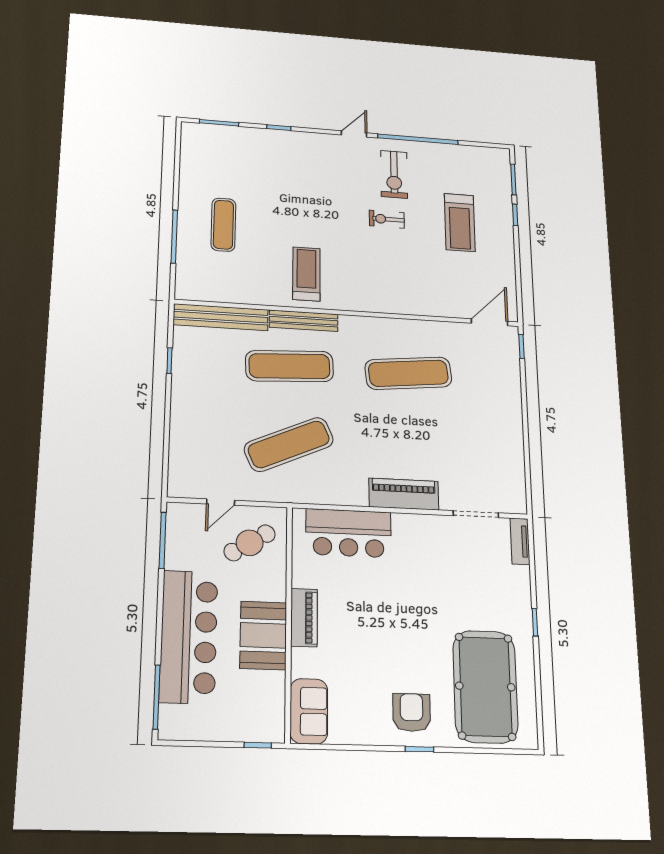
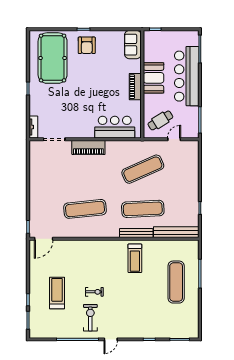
exercise mat: (223, 225) -> (176, 282), width x1.36, depth x1.45

